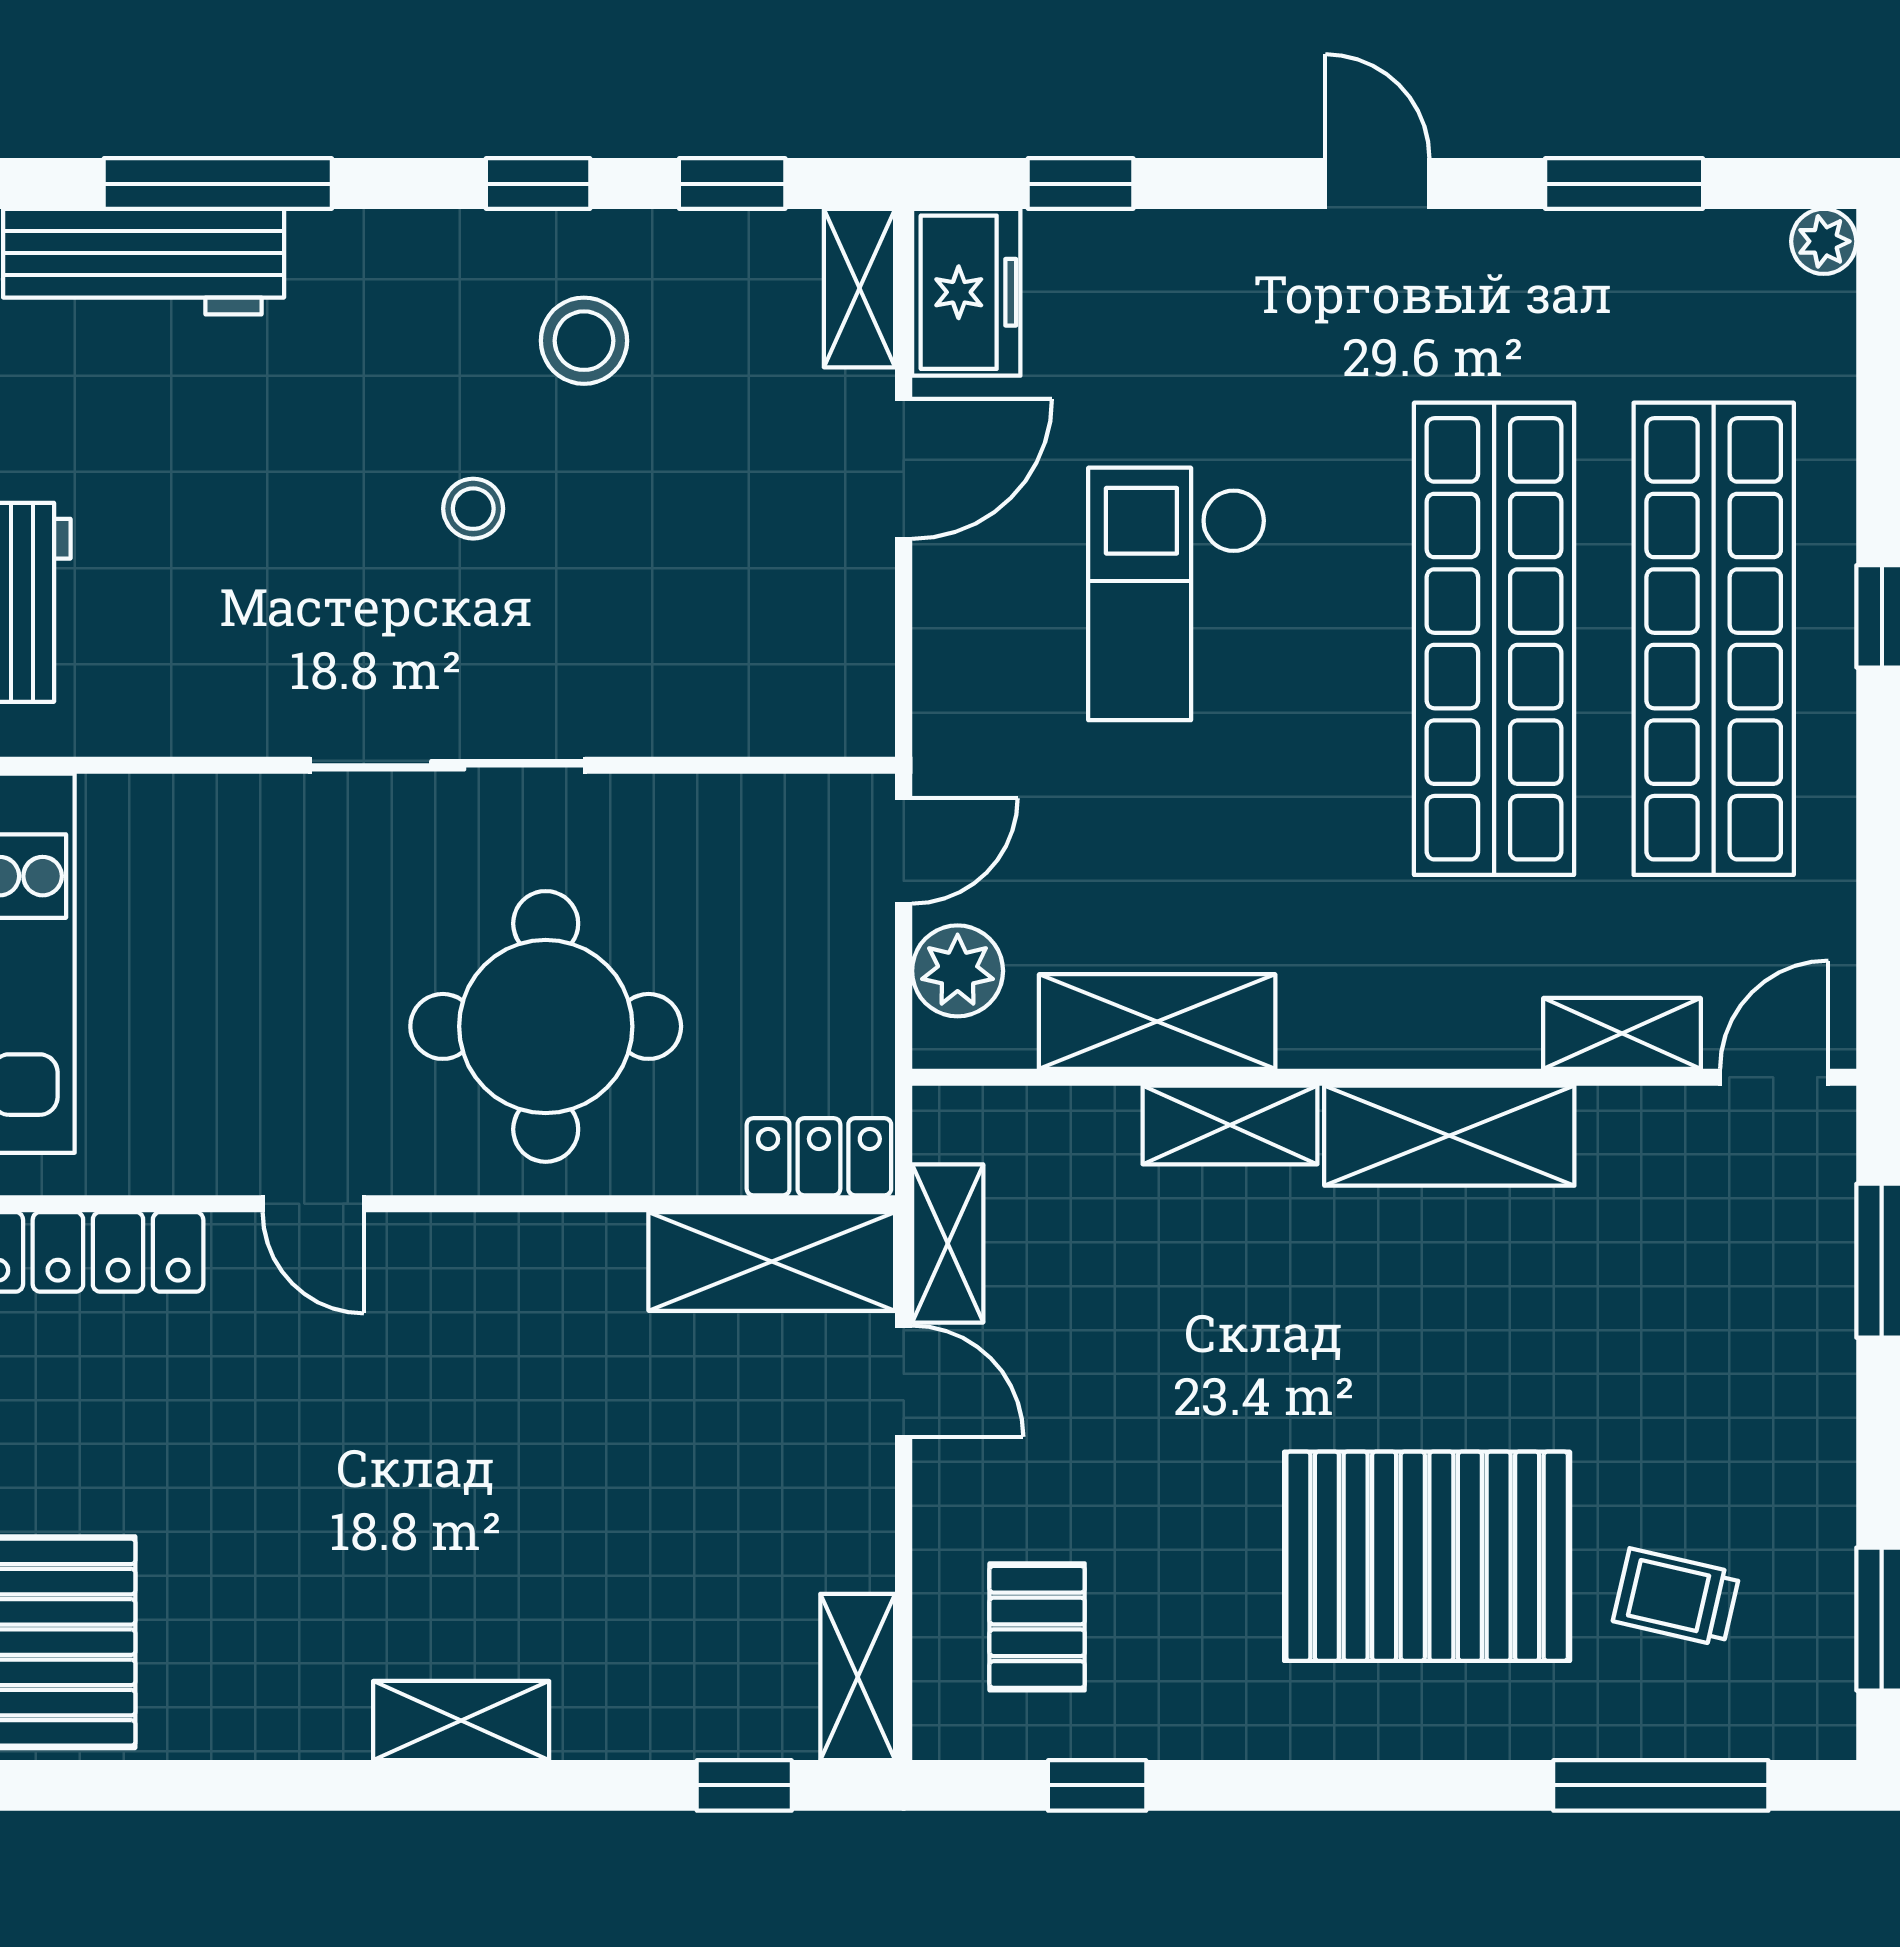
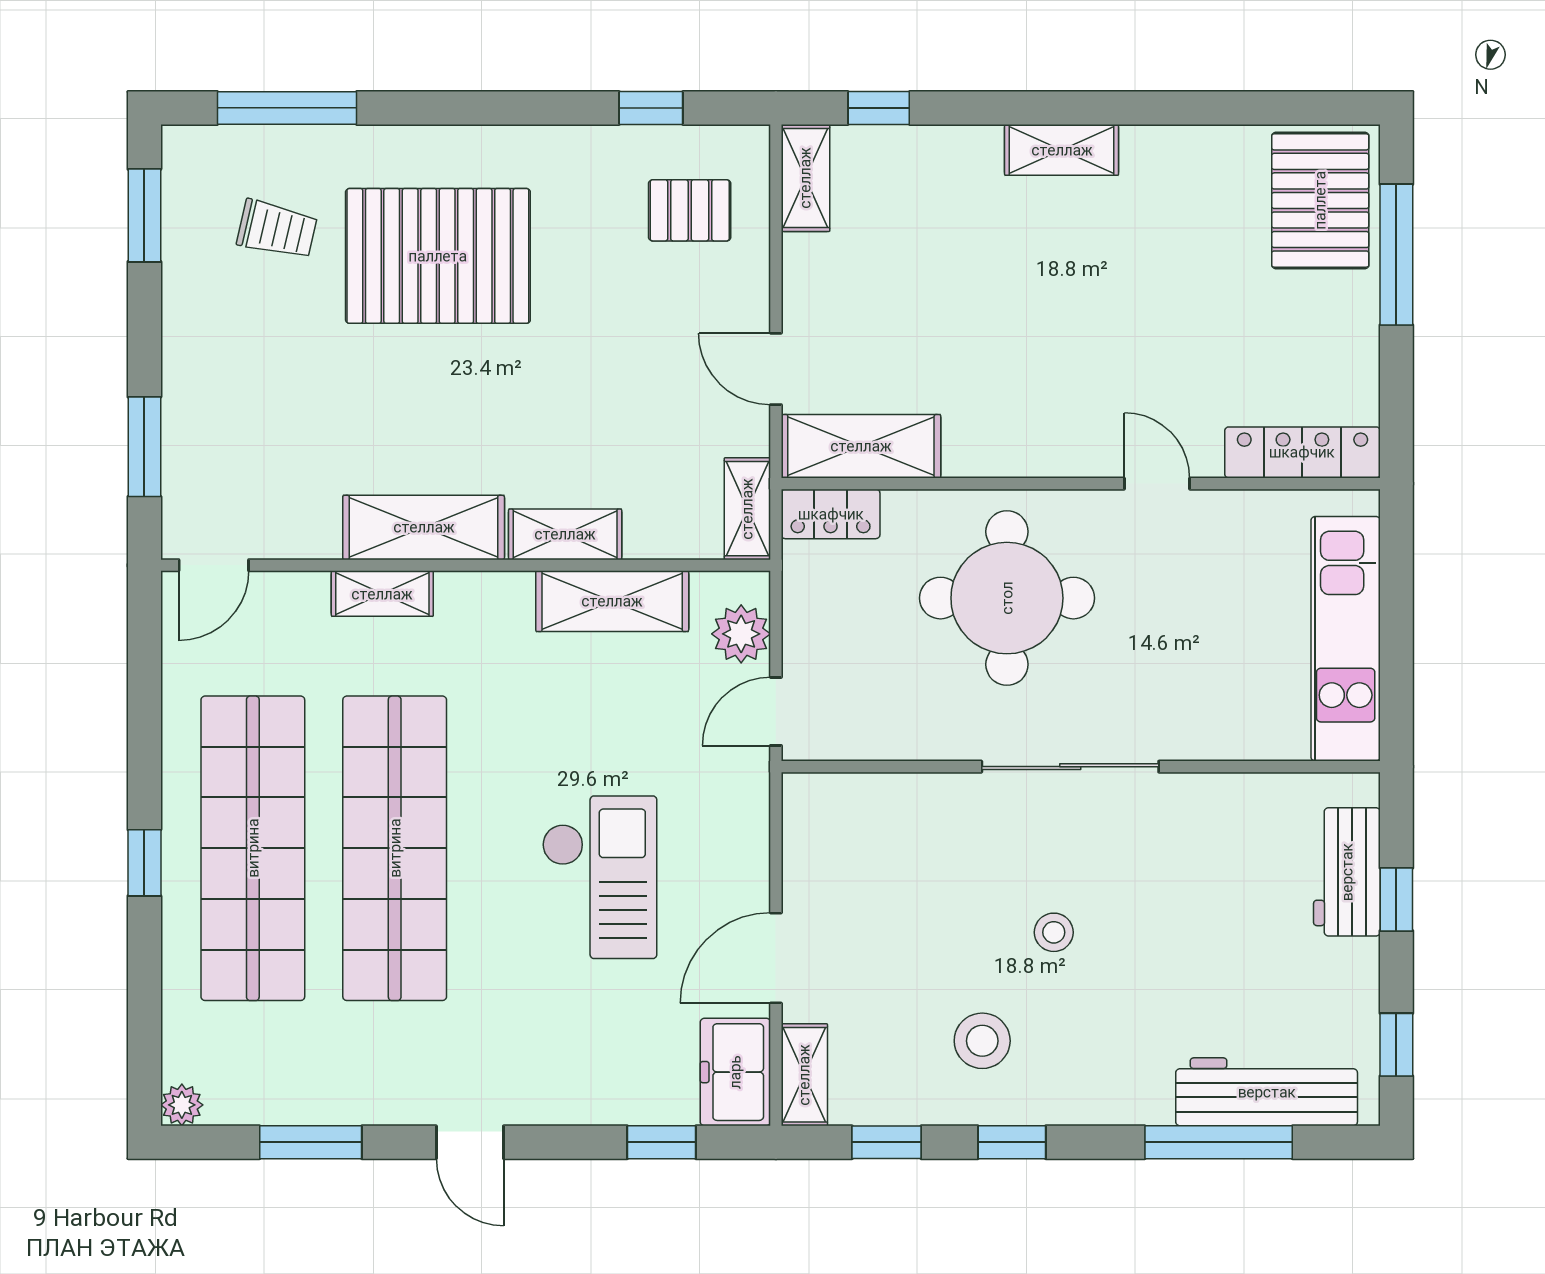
shelving: (1622, 1033) -> (382, 594), moved
shelving: (948, 1243) -> (747, 509), moved
pallet: (1037, 1627) -> (690, 210), turned 90

